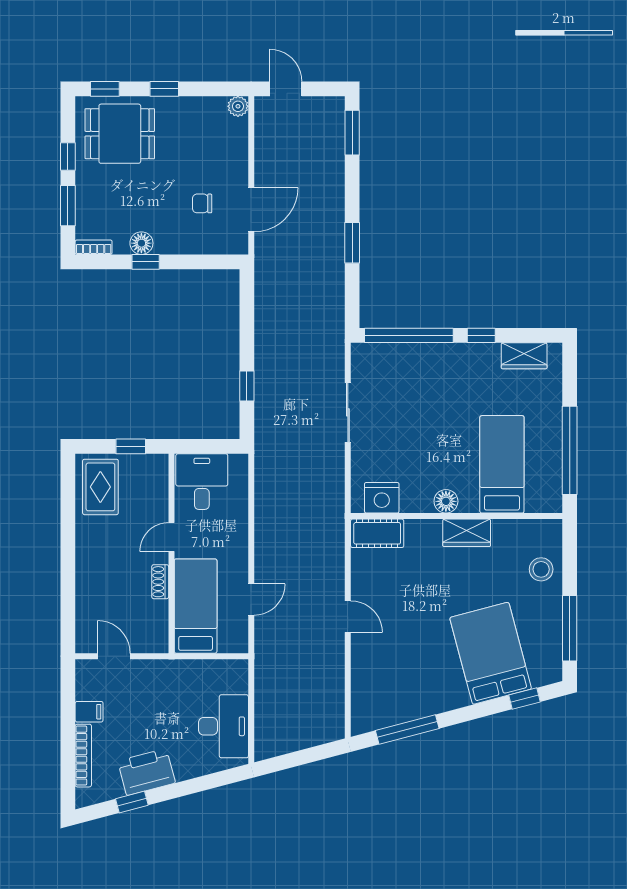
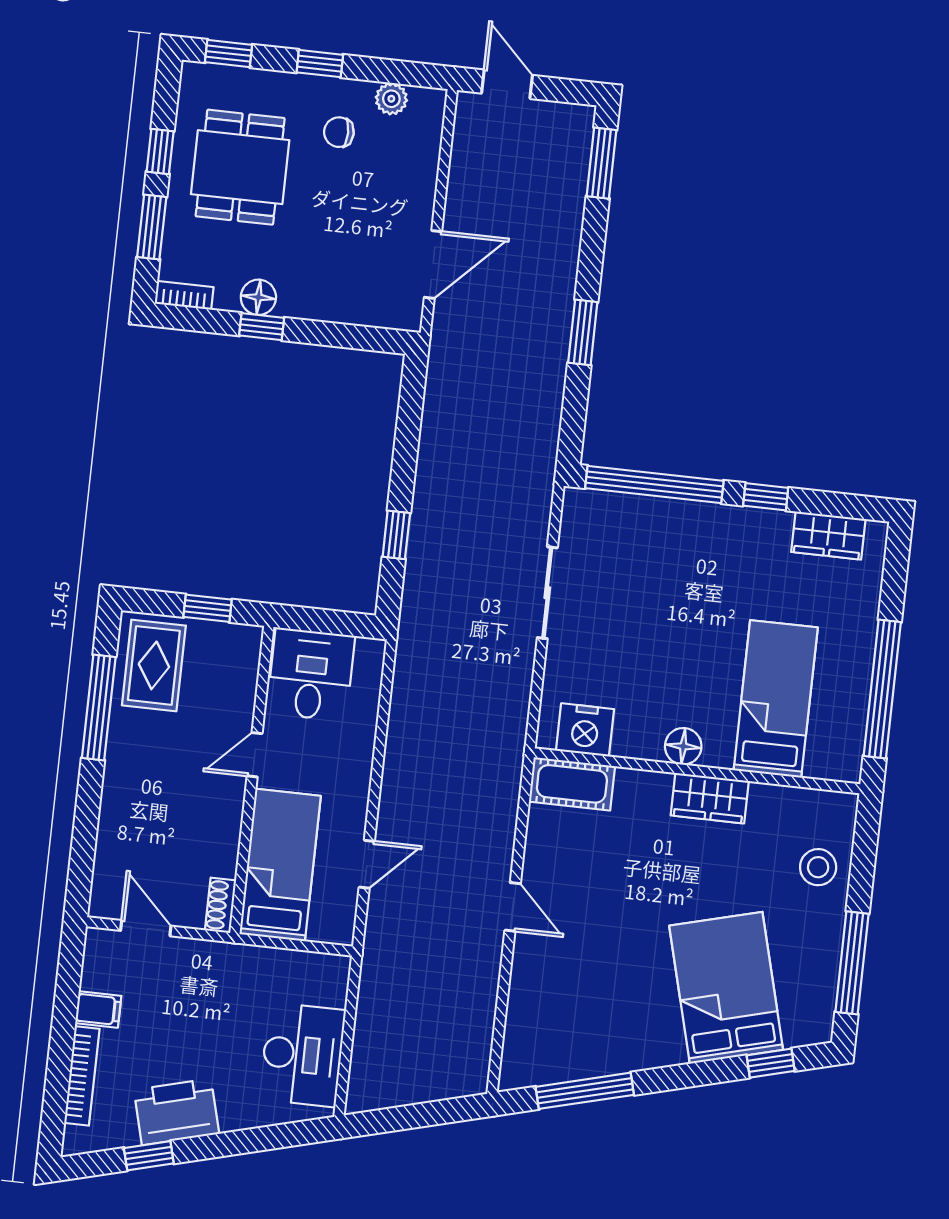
plant: (238, 106) -> (391, 99), moved
dining table: (120, 134) -> (240, 167), moved, turned 90
chair: (202, 203) -> (339, 132), moved
window: (68, 518) -> (99, 708), added
shoe rack: (160, 582) -> (221, 905), moved

